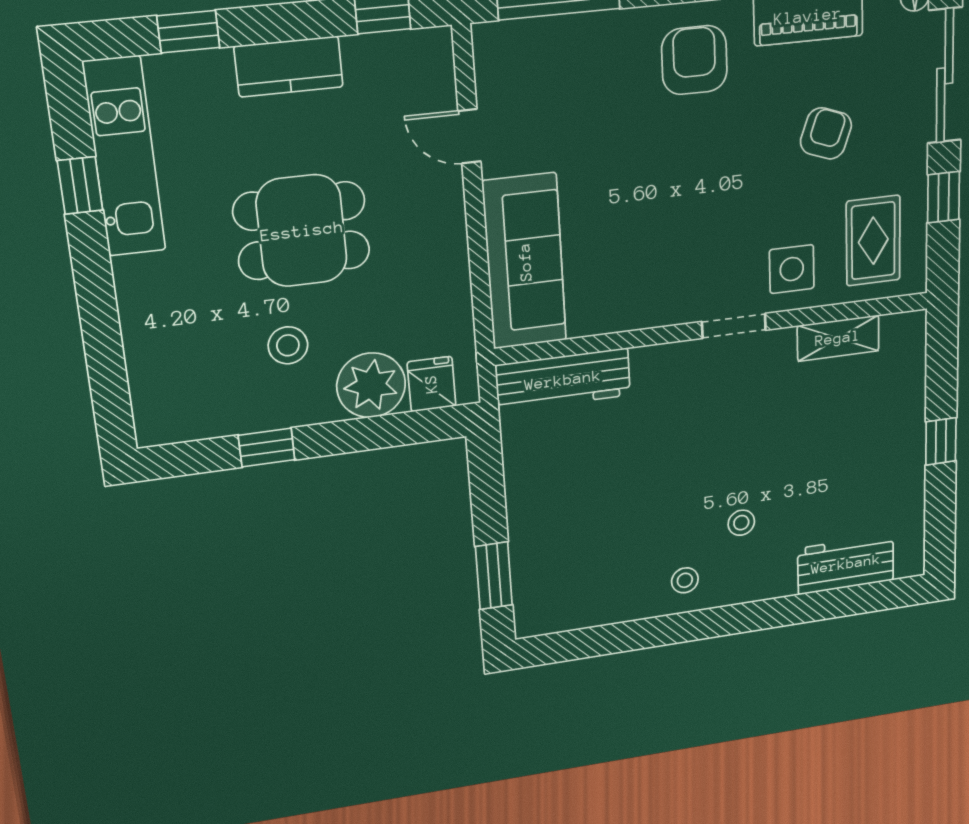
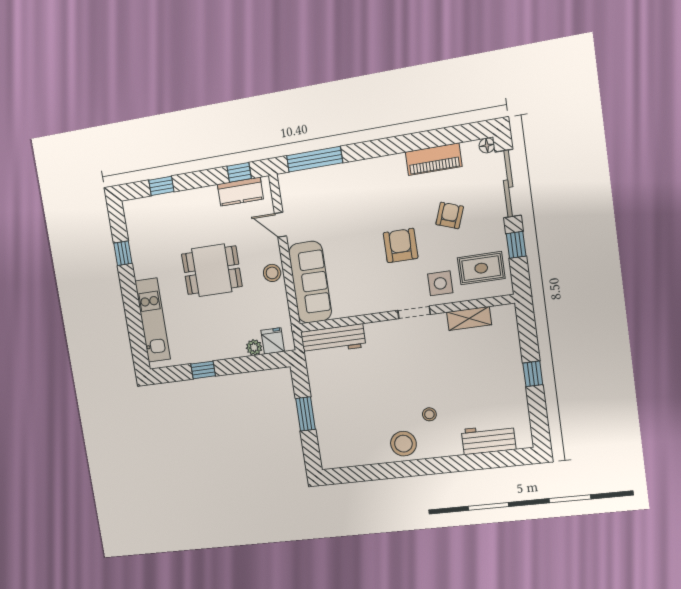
armchair: (694, 60) -> (401, 245), moved
kitchen counter: (289, 67) -> (240, 192), moved
kitchen unit: (124, 157) -> (153, 320), moved
rug: (873, 241) -> (481, 268), turned 90
stool: (288, 345) -> (272, 273), moved
plant: (371, 385) -> (254, 347), width x0.53, depth x0.53
window: (494, 576) -> (306, 414), moved
stool: (685, 580) -> (403, 444), width x1.89, depth x1.89

